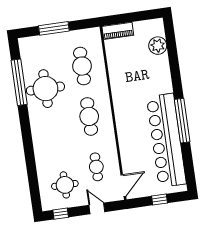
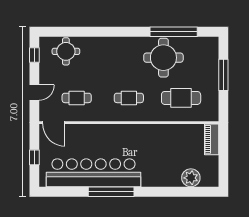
cafe table: (89, 116) -> (129, 98), width x0.73, depth x0.74
round table: (65, 185) -> (66, 51), moved

